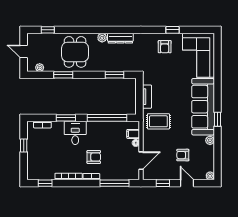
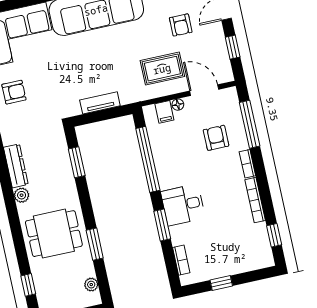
rug: (158, 121) -> (162, 69), moved, turned 90
armchair: (94, 157) -> (216, 138), moved

